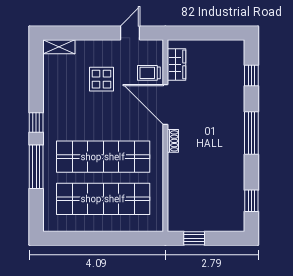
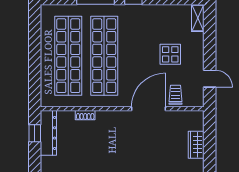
wardrobe: (177, 64) -> (196, 145), moved, turned 90
shoe rack: (173, 141) -> (85, 115), moved
dresser: (194, 222) -> (48, 133), added

